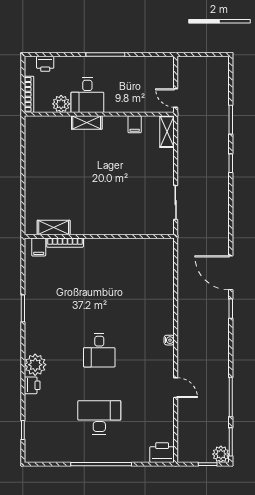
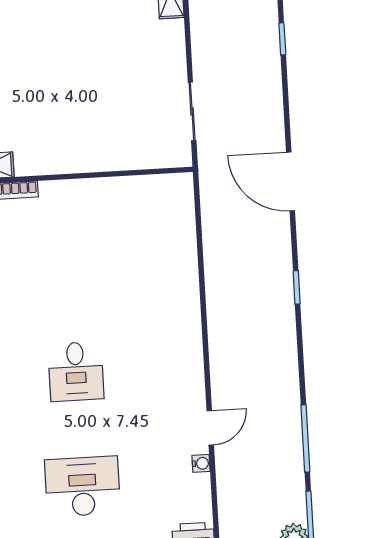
door: (231, 273) -> (291, 181), moved
water cooler: (169, 340) -> (201, 463), moved
door: (176, 388) -> (210, 428), hinge flipped

